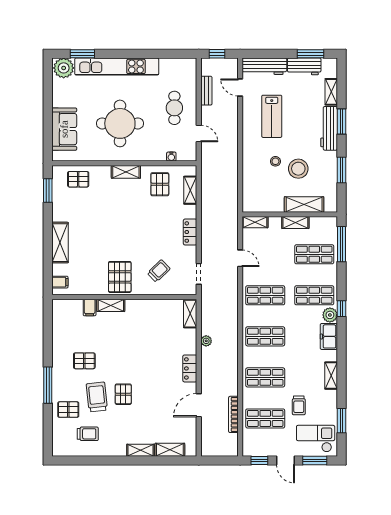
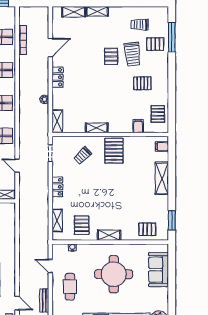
shelving: (111, 305) -> (97, 128), moved
pallet: (65, 323) -> (158, 114), added
window: (48, 385) -> (172, 37), moved

